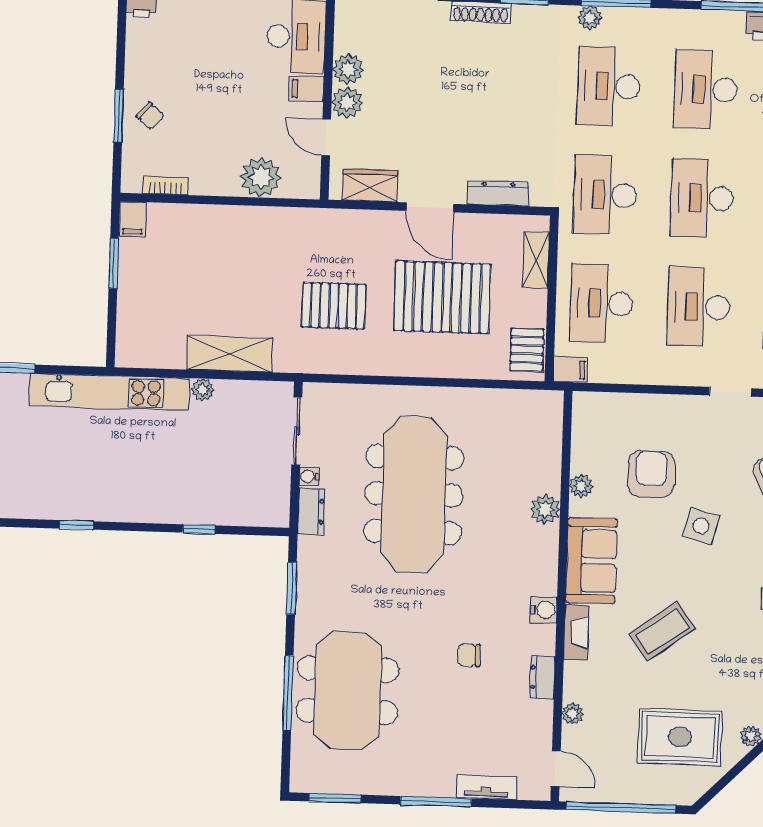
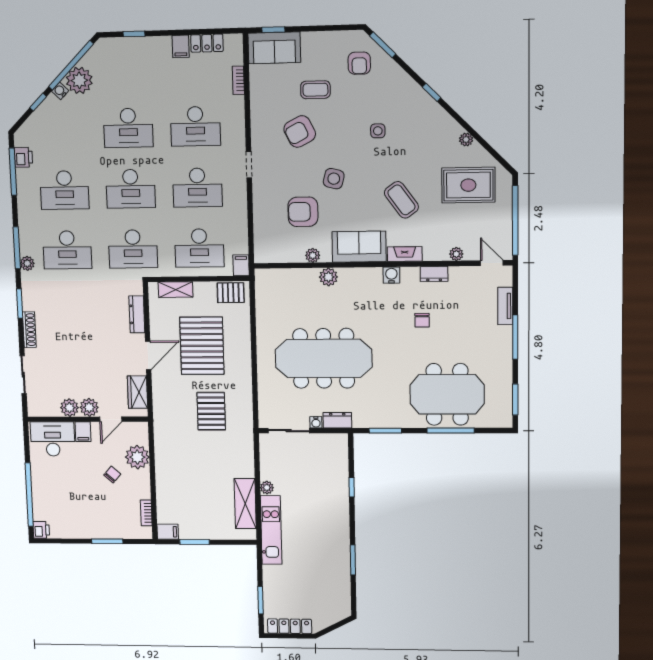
chair: (150, 116) -> (112, 475), moved
shelving: (230, 354) -> (245, 504), moved
kitchen unit: (110, 392) -> (271, 530), width x0.73
window: (77, 525) -> (353, 560), width x1.50
rug: (680, 737) -> (468, 185), turned 90
door: (556, 769) -> (492, 263), hinge flipped

